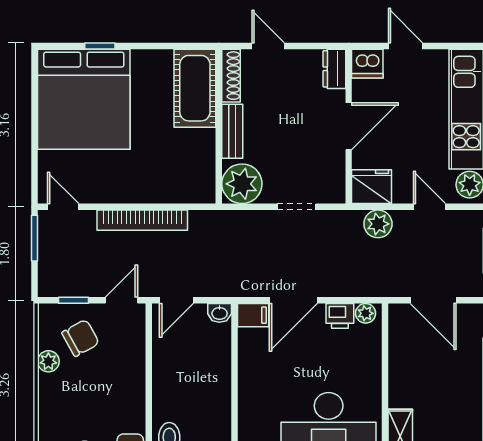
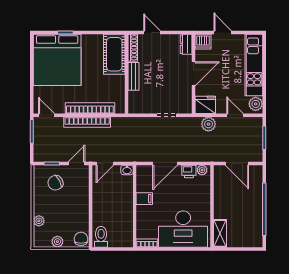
plant: (242, 184) -> (138, 103), removed
bookcase: (148, 193) -> (90, 108), added
filing cabinet: (253, 315) -> (144, 199), moved
chair: (81, 338) -> (55, 183), turned 180
plant: (48, 361) -> (39, 221), moved

